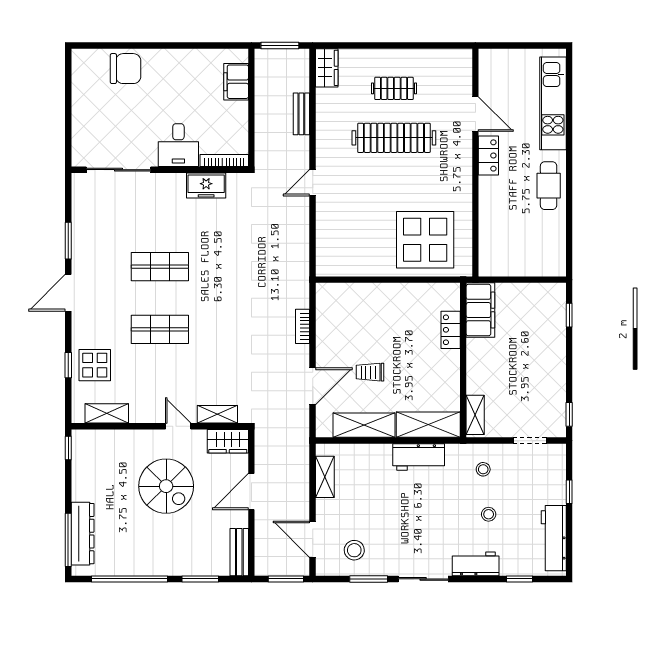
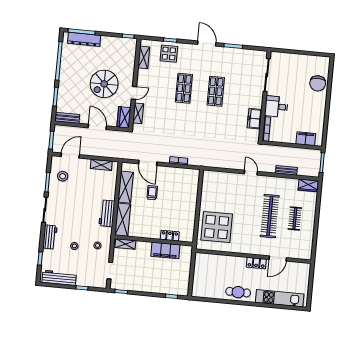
filing cabinet: (480, 310) -> (165, 250), moved

